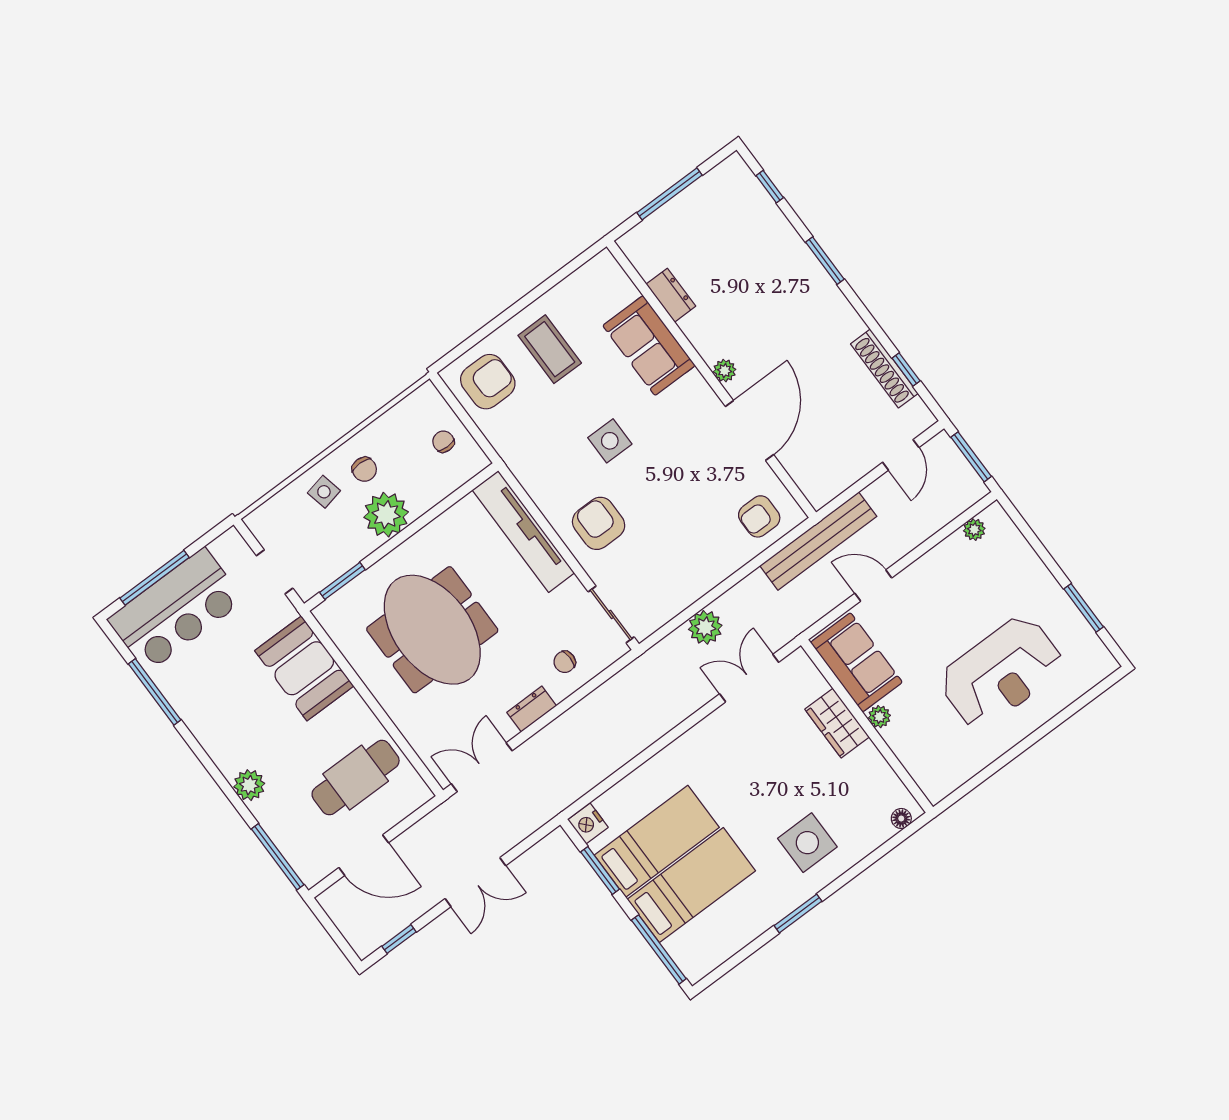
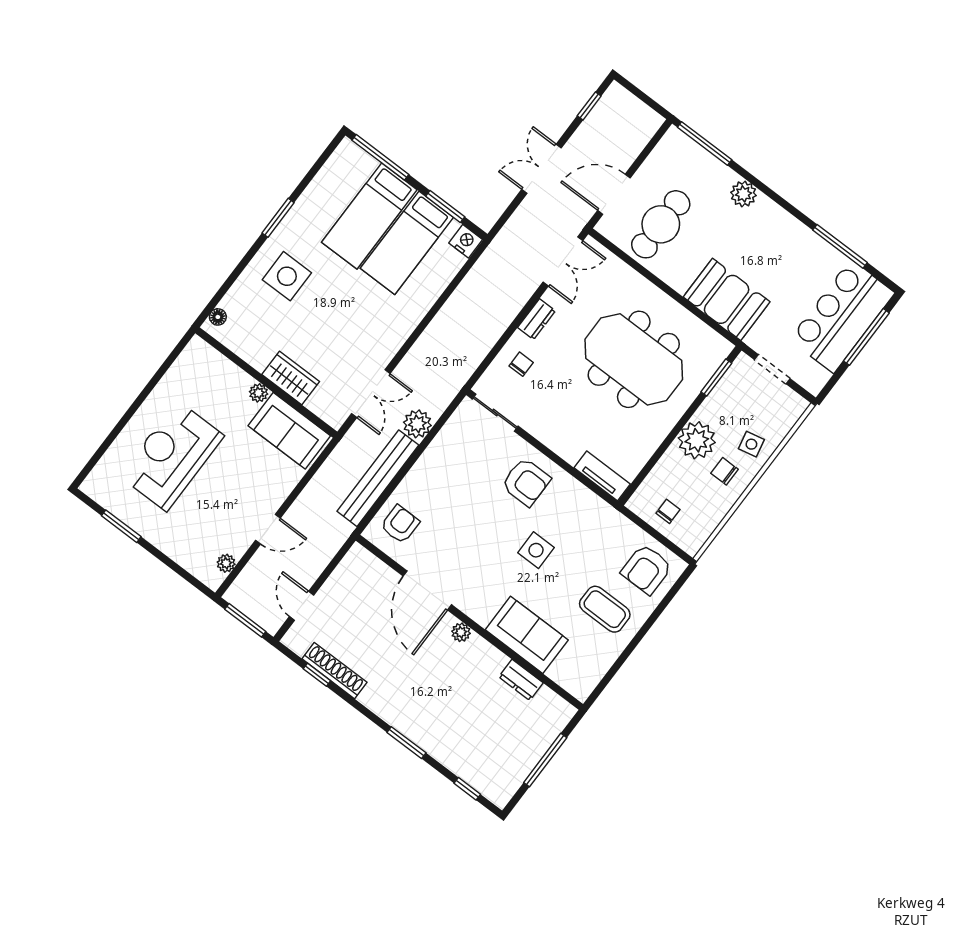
chair: (443, 442) -> (668, 511), turned -90
tv unit: (523, 532) -> (602, 476), width x0.52, depth x0.78
bench: (818, 541) -> (378, 478), moved
door: (873, 586) -> (268, 529), moved
door: (364, 855) -> (614, 194), moved

